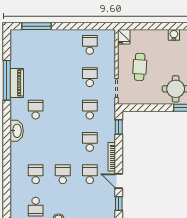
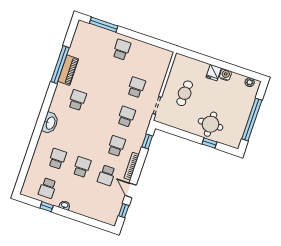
fridge: (124, 37) -> (214, 73), moved
school desk: (90, 45) -> (122, 50), moved
washbasin: (17, 131) -> (50, 123), moved
school desk: (90, 174) -> (106, 175), turned 180

